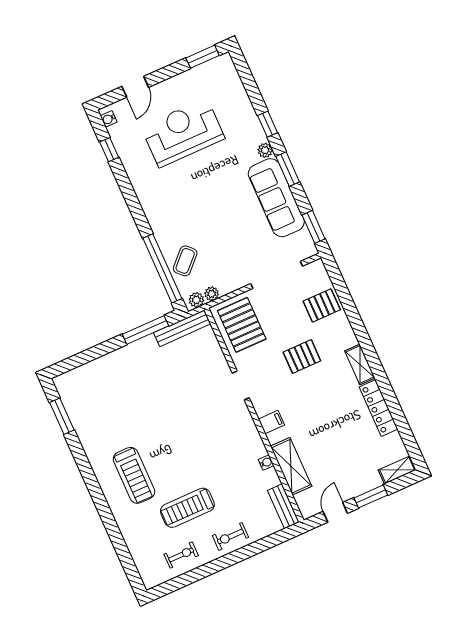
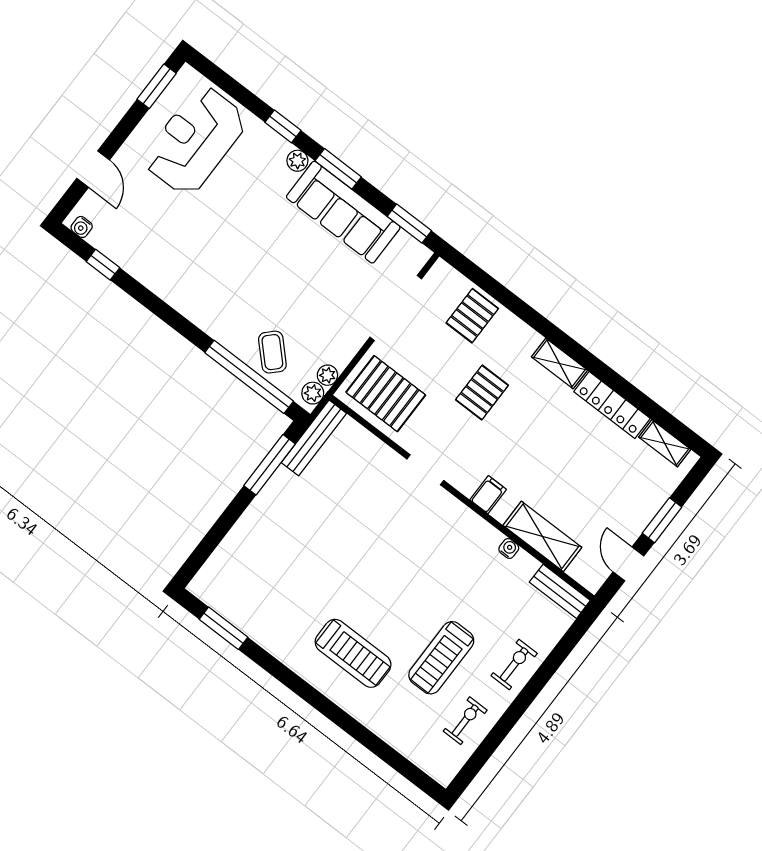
reception desk: (183, 133) -> (195, 141), moved
shelving: (397, 470) -> (665, 443), moved, turned 90
exercise bike: (230, 536) -> (514, 664), turned 180

